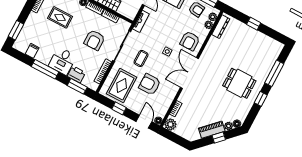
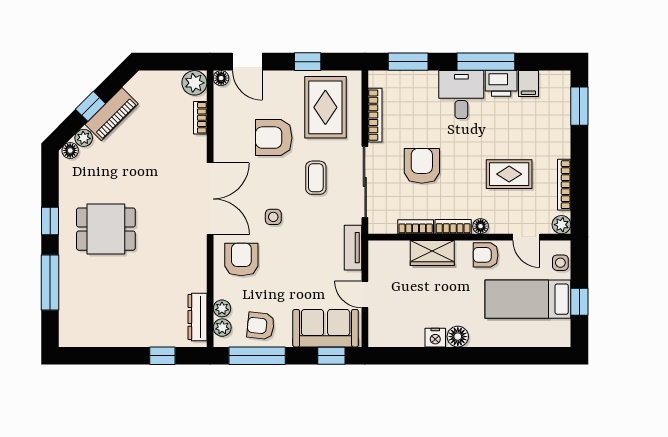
window: (254, 24) -> (162, 356), moved
printer: (76, 74) -> (501, 83), moved
armchair: (150, 84) -> (274, 138), turned 180

